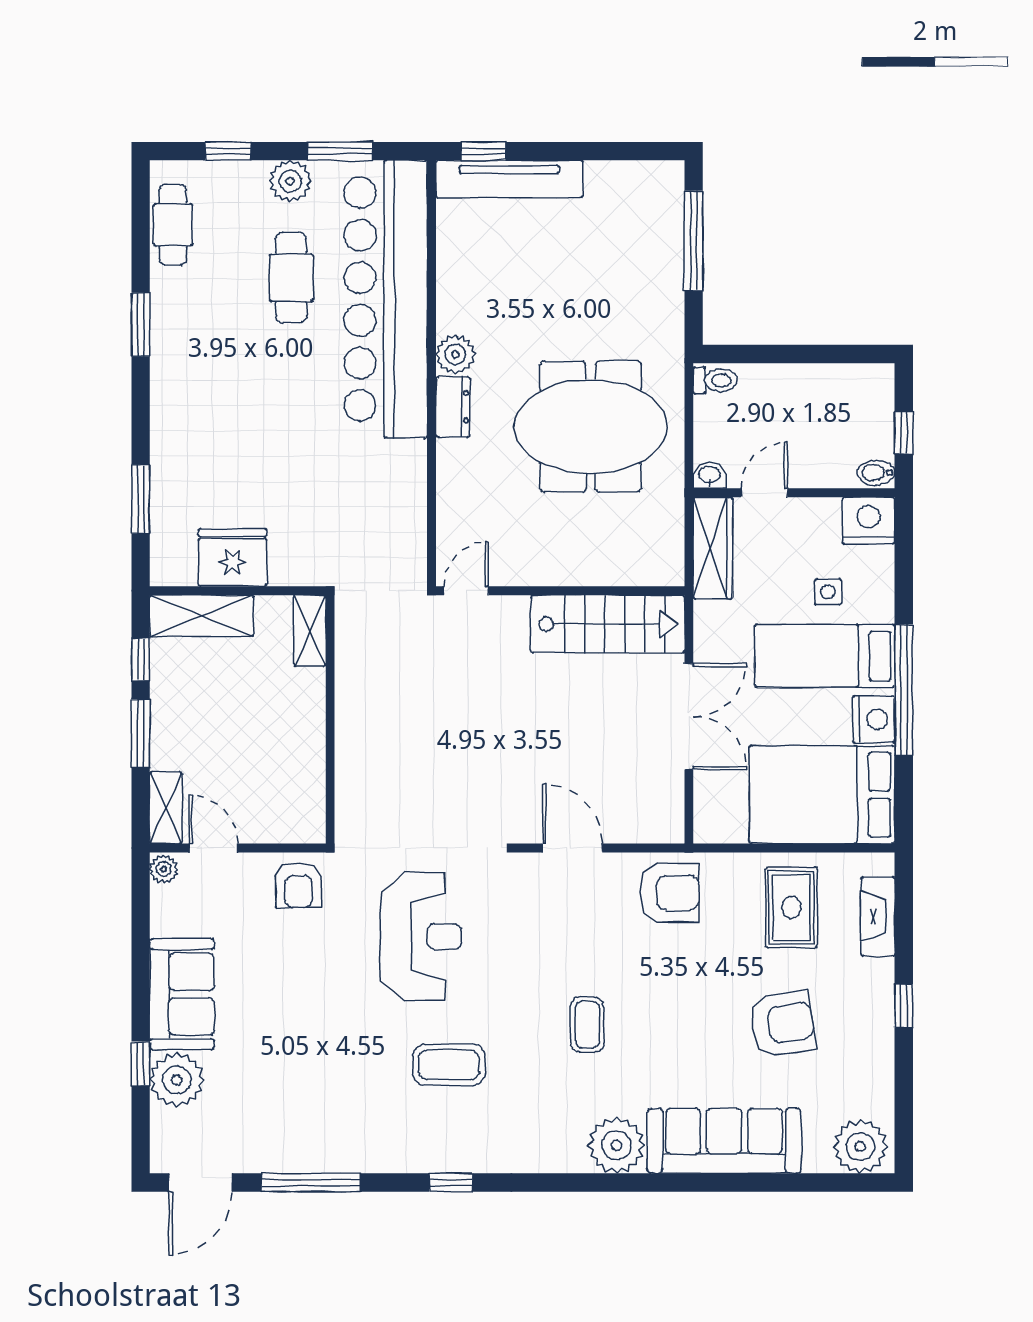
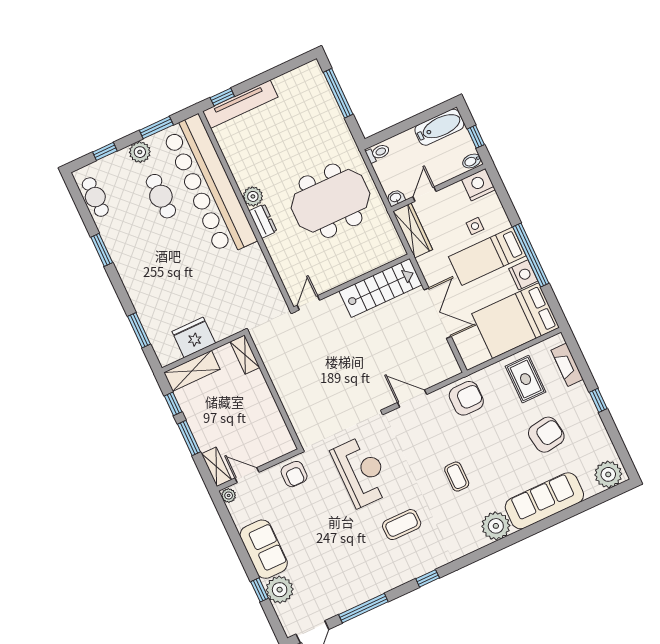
bathtub: (846, 385) -> (439, 127), added

